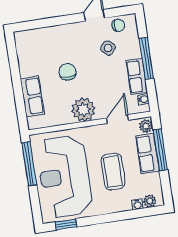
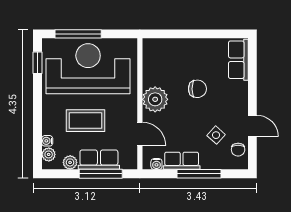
row of seats: (32, 96) -> (238, 60), moved, turned 90
plant: (146, 126) -> (70, 162), moved
window: (29, 164) -> (78, 34), moved

